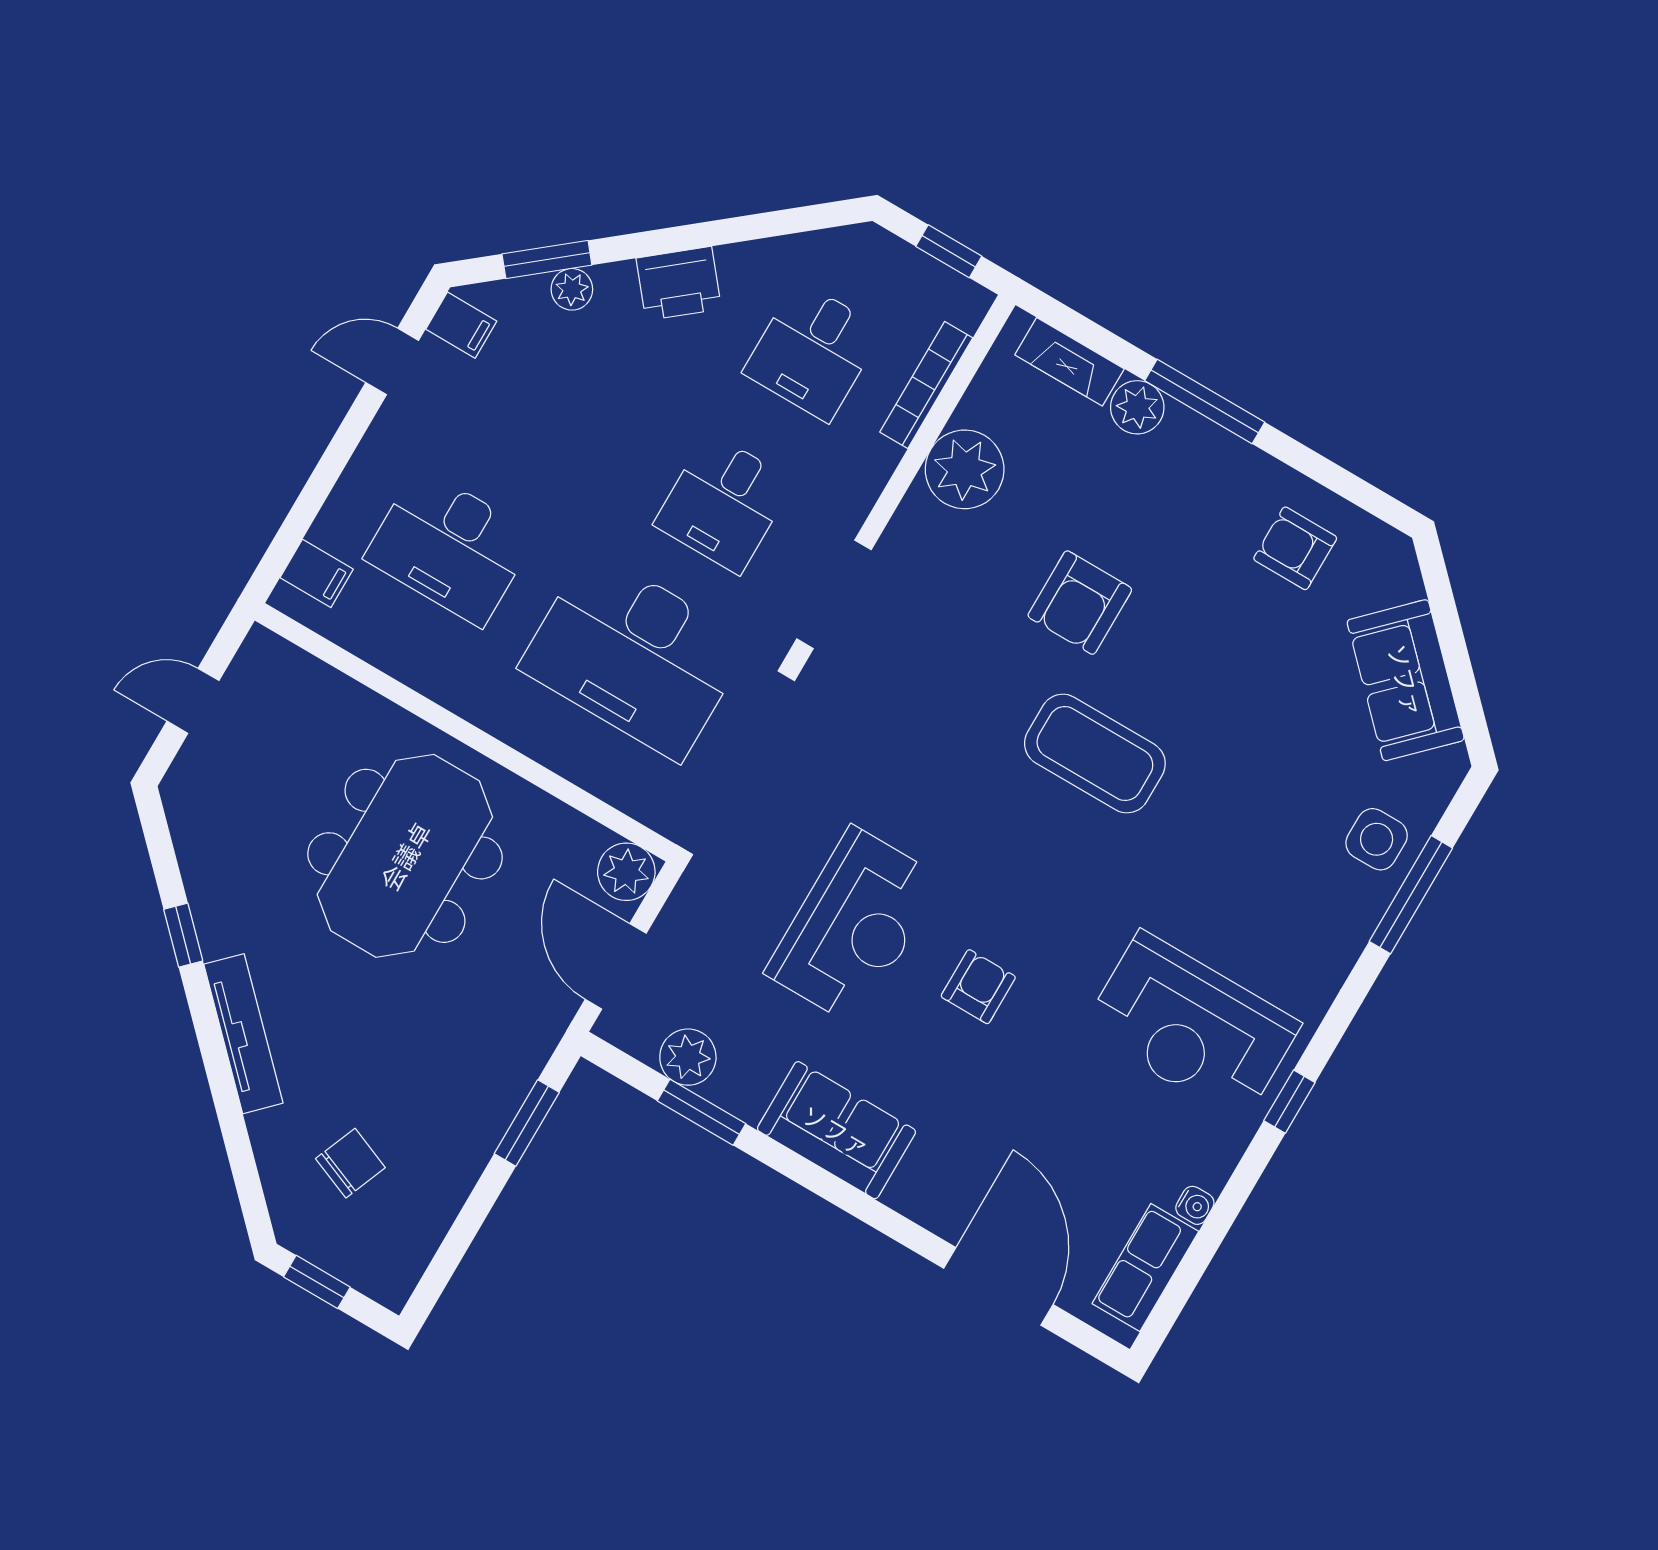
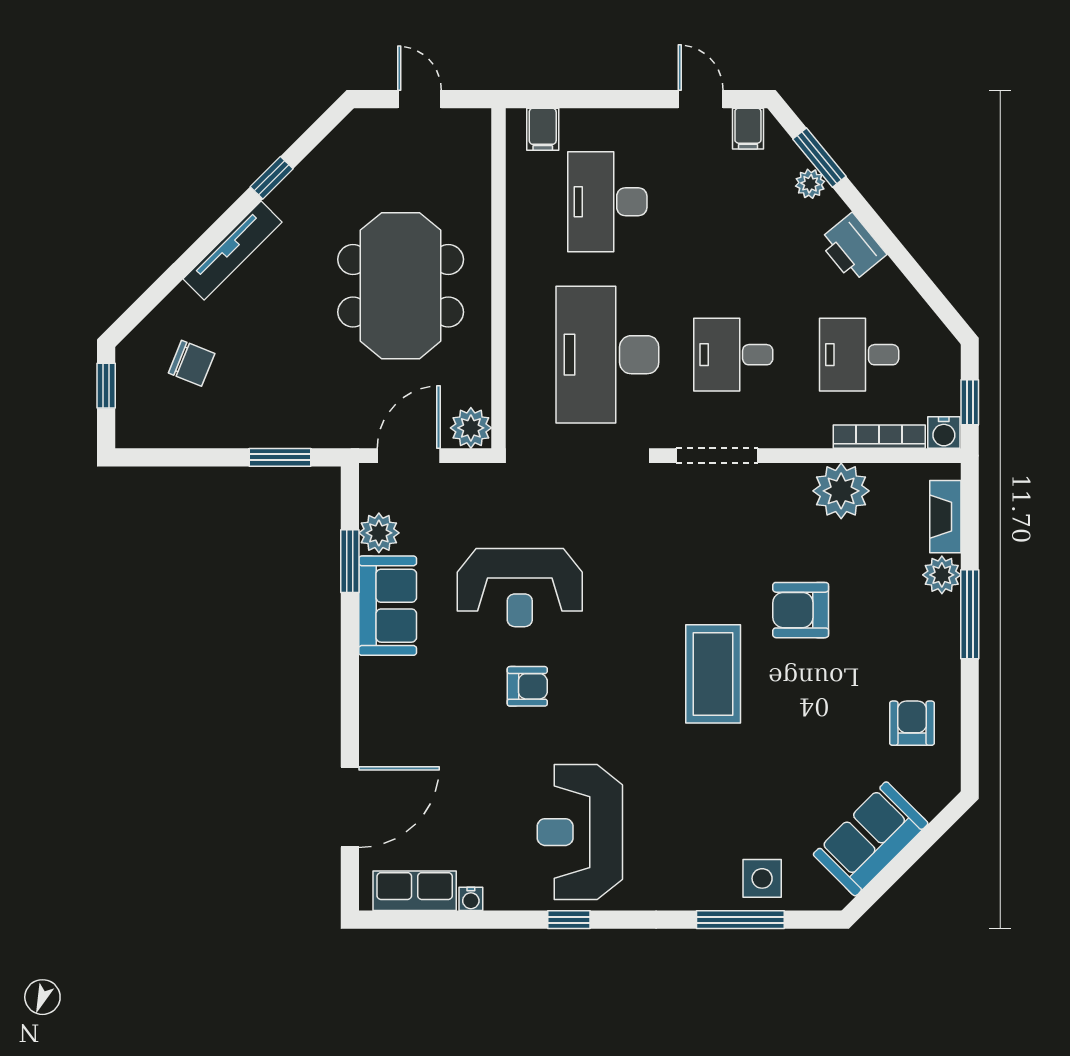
water cooler: (967, 304) -> (944, 433), added
meeting table: (405, 856) -> (401, 286), turned 90
sofa: (836, 1130) -> (388, 606), moved

